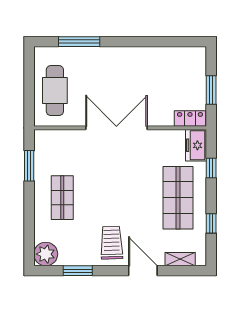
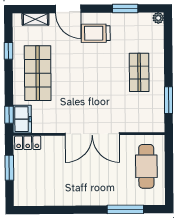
window: (211, 168) -> (9, 115), moved
trolley: (112, 243) -> (96, 33), turned 92
plant: (46, 254) -> (158, 18), width x0.53, depth x0.53

